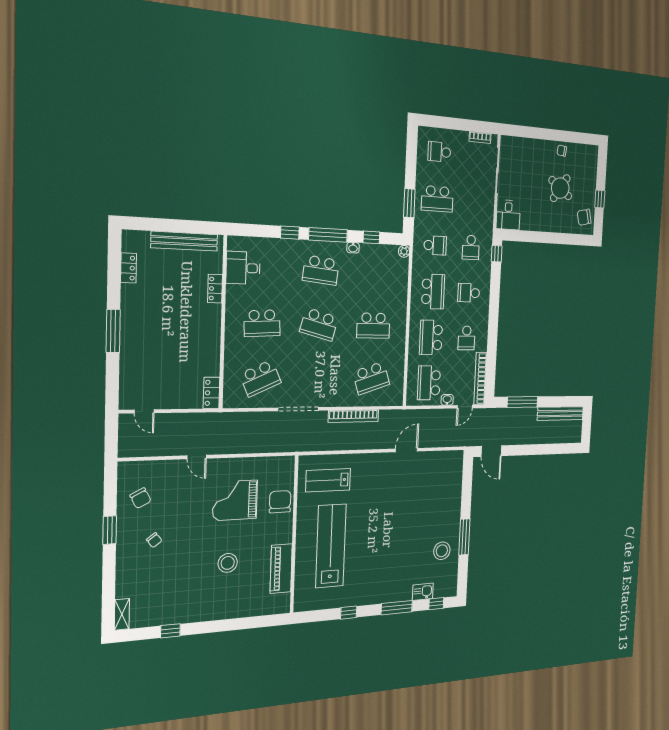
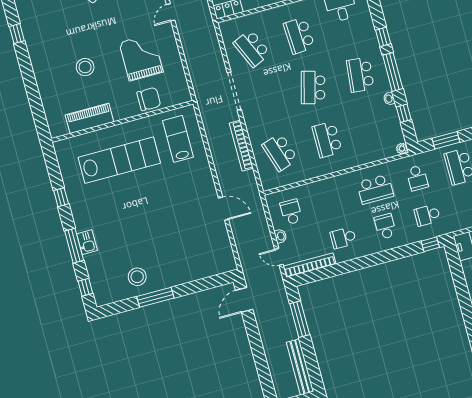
school desk: (431, 337) -> (333, 201), removed
school desk: (429, 383) -> (291, 212), width x0.54
kitchen sink: (423, 592) -> (87, 242), moved

